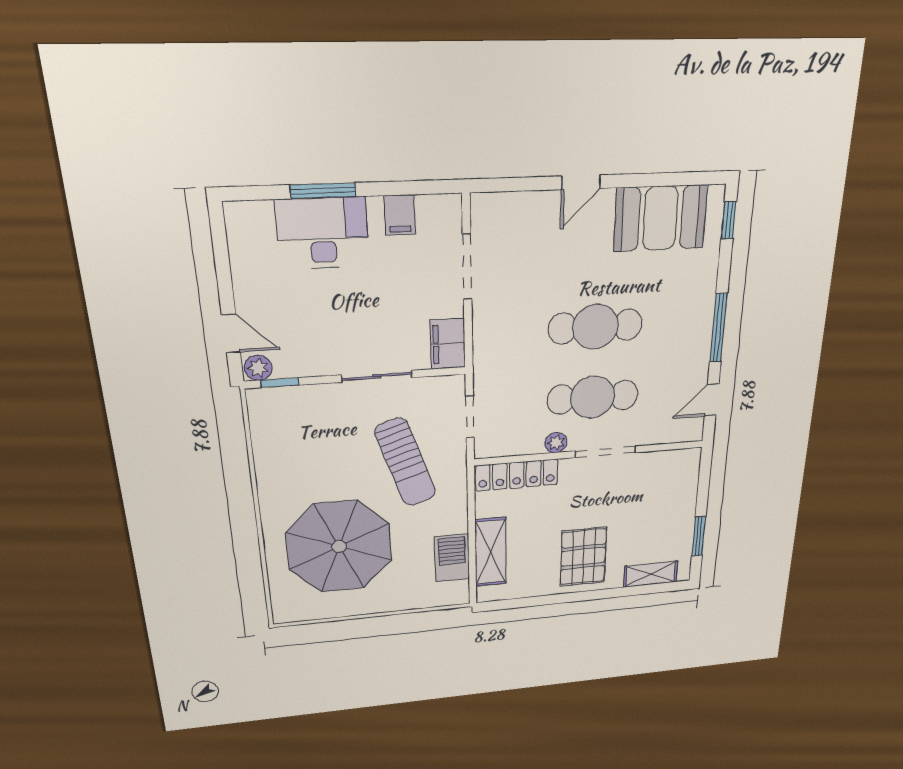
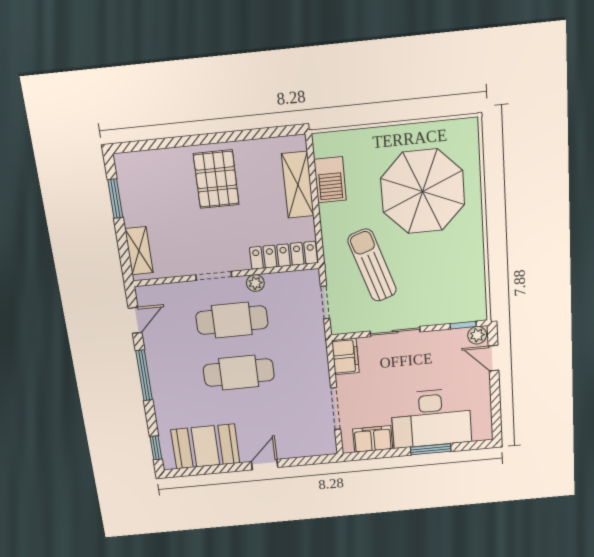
filing cabinet: (400, 215) -> (373, 439), width x2.00
desk: (322, 233) -> (431, 418), width x1.36, depth x1.30
doorway: (606, 452) -> (214, 276), width x0.73
shelving: (651, 574) -> (139, 251), moved, turned 90

